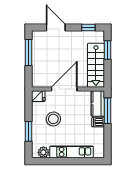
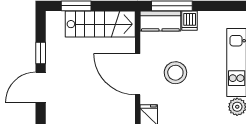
window: (88, 28) -> (41, 53), moved
stool: (53, 119) -> (175, 73), moved

